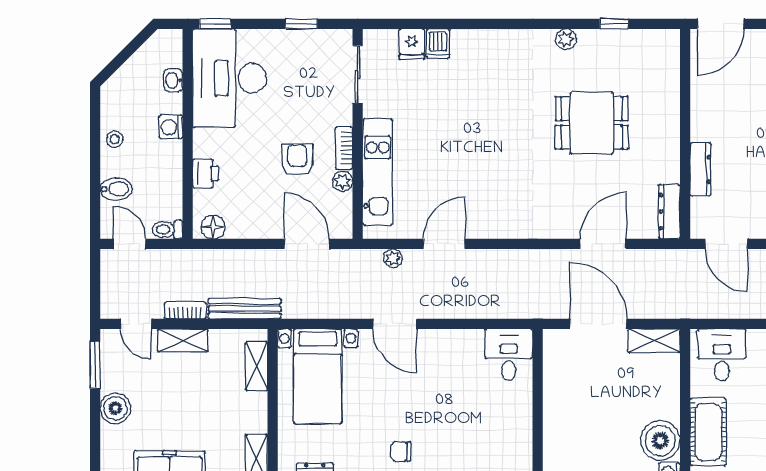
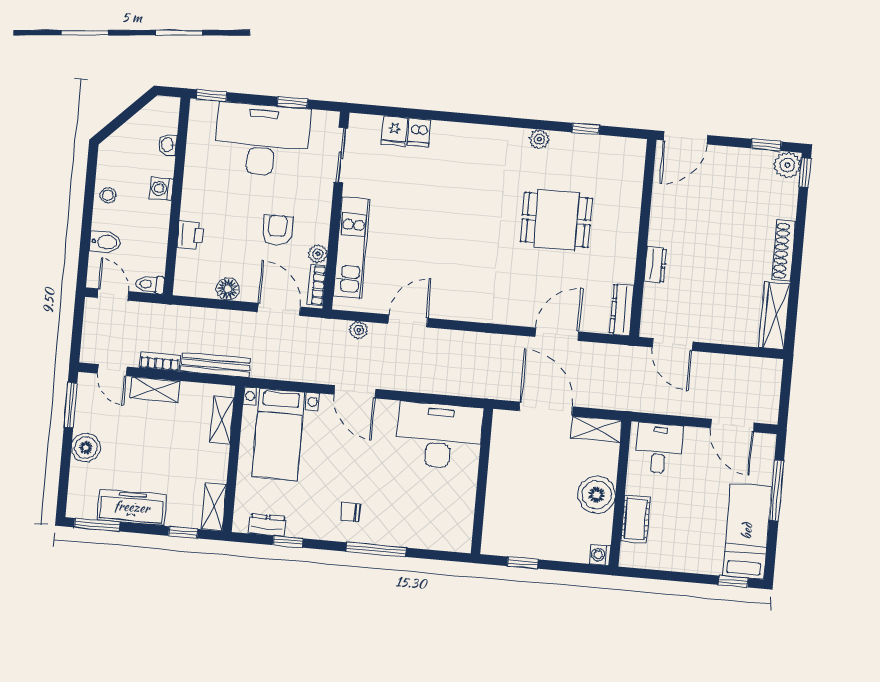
desk: (230, 78) -> (262, 140), moved, turned 90
bookcase: (344, 148) -> (317, 285), moved
dresser: (701, 169) -> (655, 265), width x0.70
floor lamp: (213, 227) -> (228, 289), moved
desk: (509, 355) -> (439, 436), width x1.87, depth x1.30
cot: (708, 432) -> (635, 519), width x0.73, depth x0.75
boiler: (660, 441) -> (597, 495), moved

